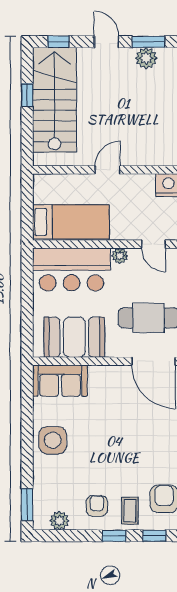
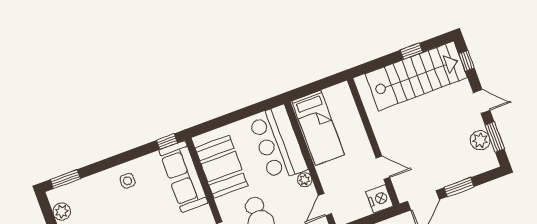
door: (106, 42) -> (482, 102), hinge flipped
door: (108, 170) -> (383, 168), moved
sofa: (60, 381) -> (183, 177), width x1.36
window: (27, 384) -> (167, 142), added
side table: (53, 440) -> (128, 181), width x0.54, depth x0.54

